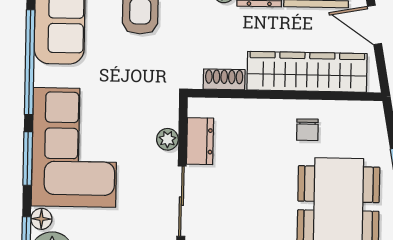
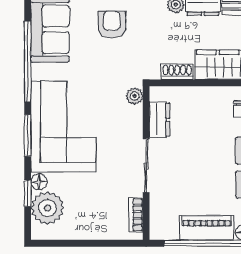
plant: (167, 139) -> (135, 96), moved

